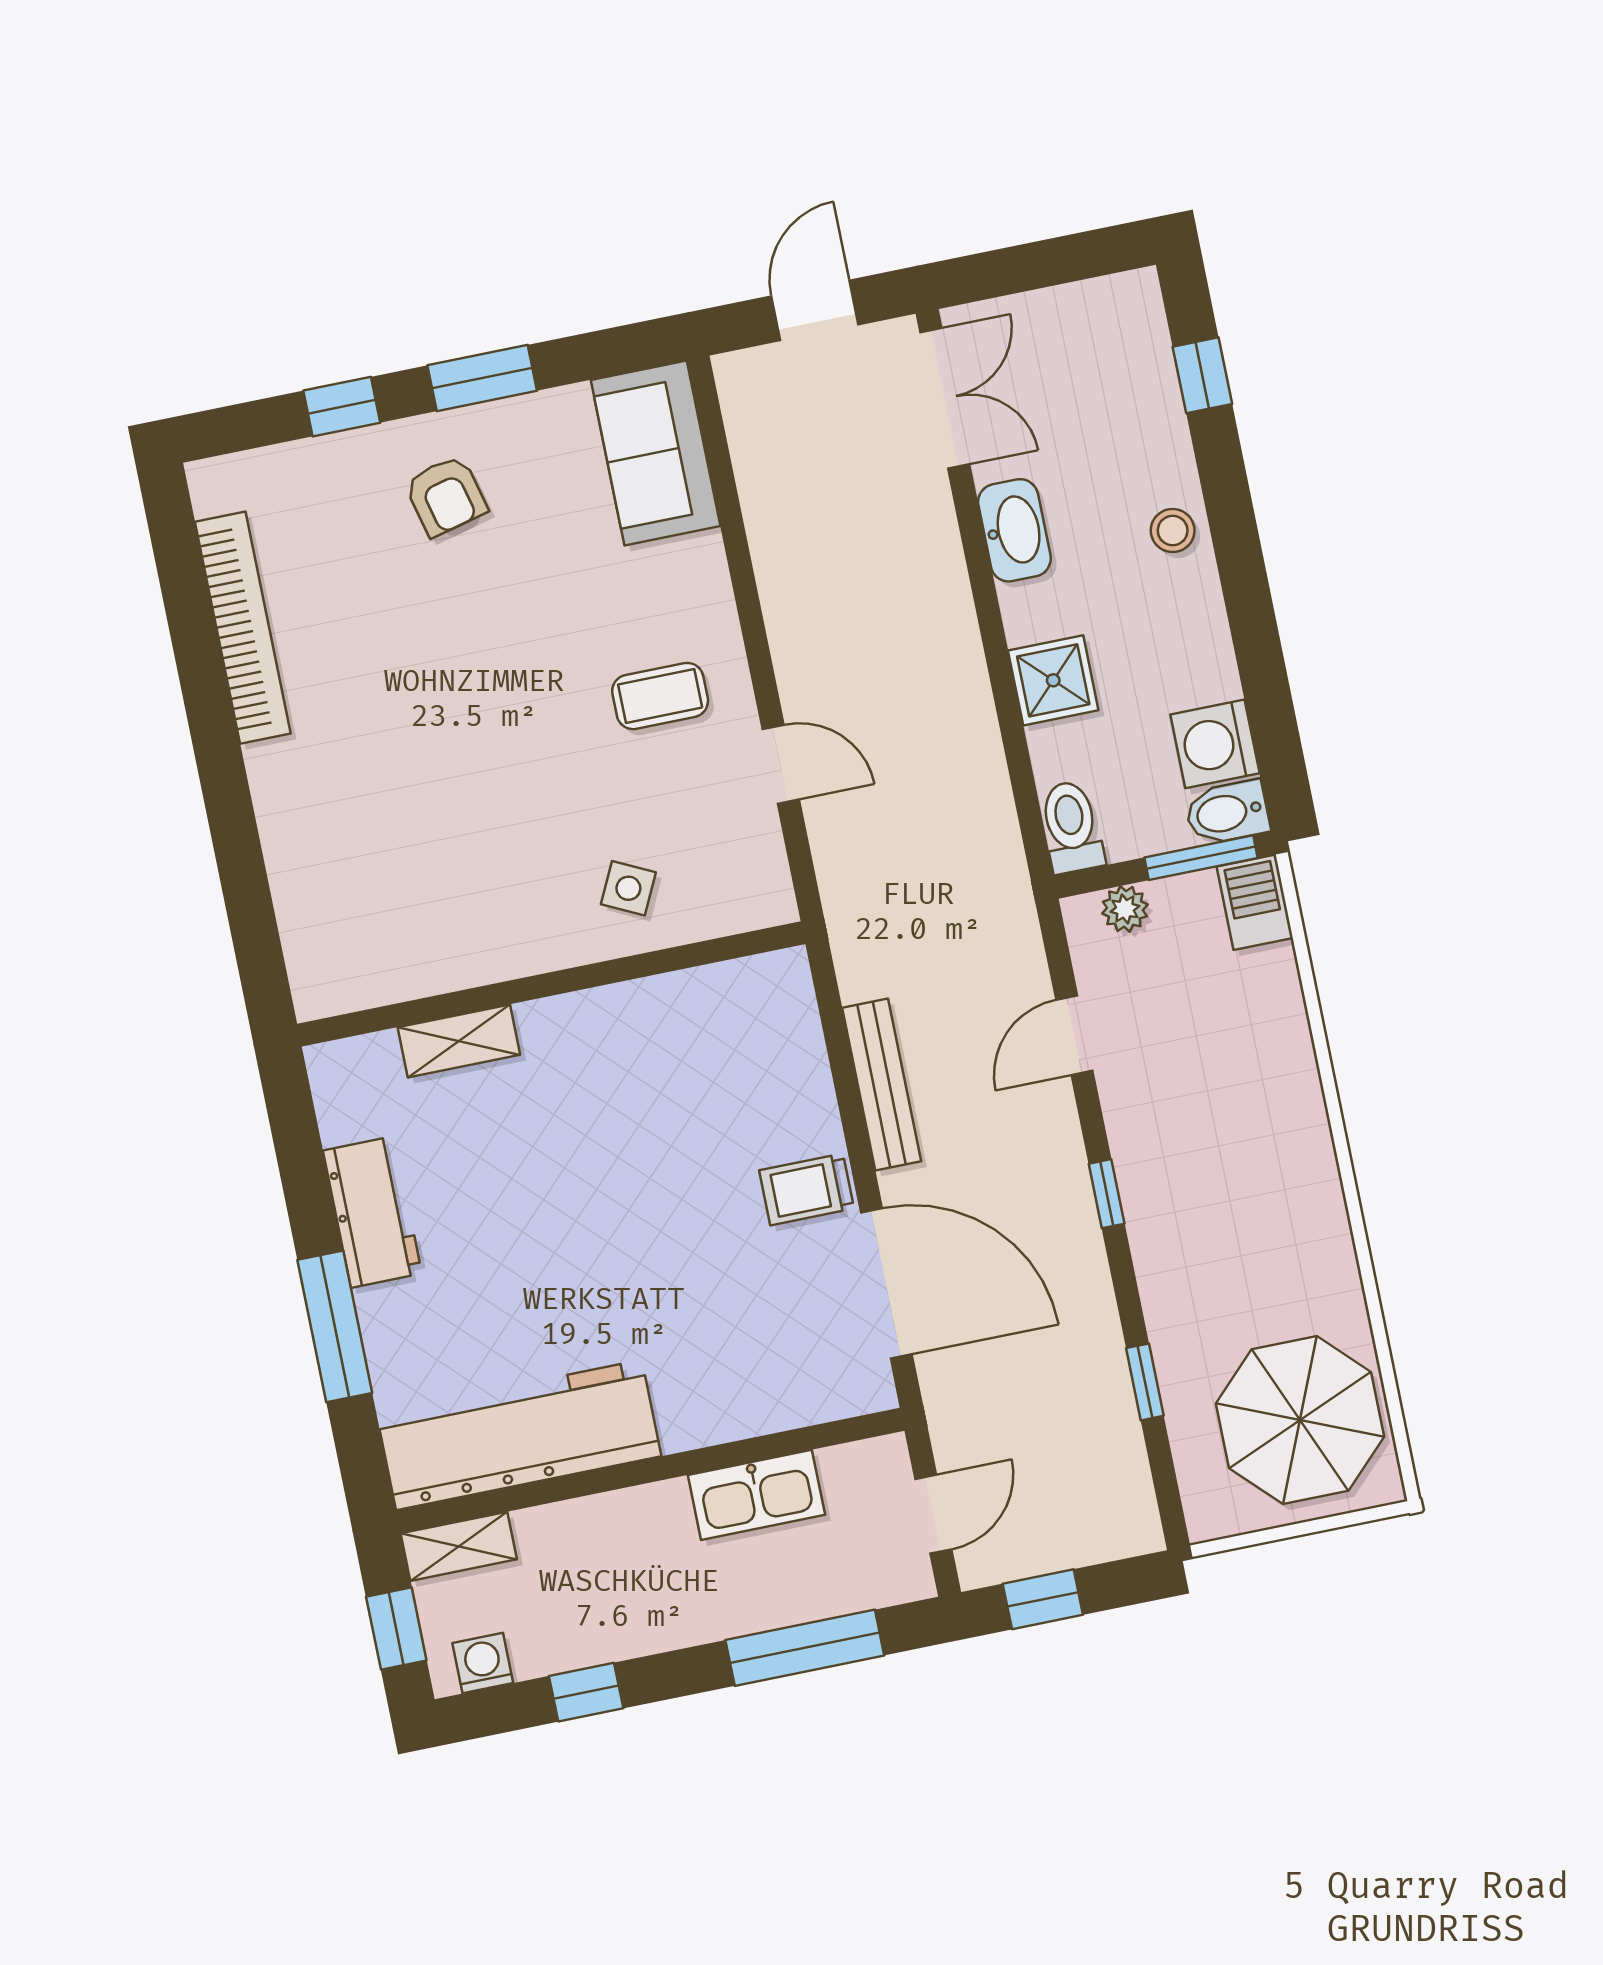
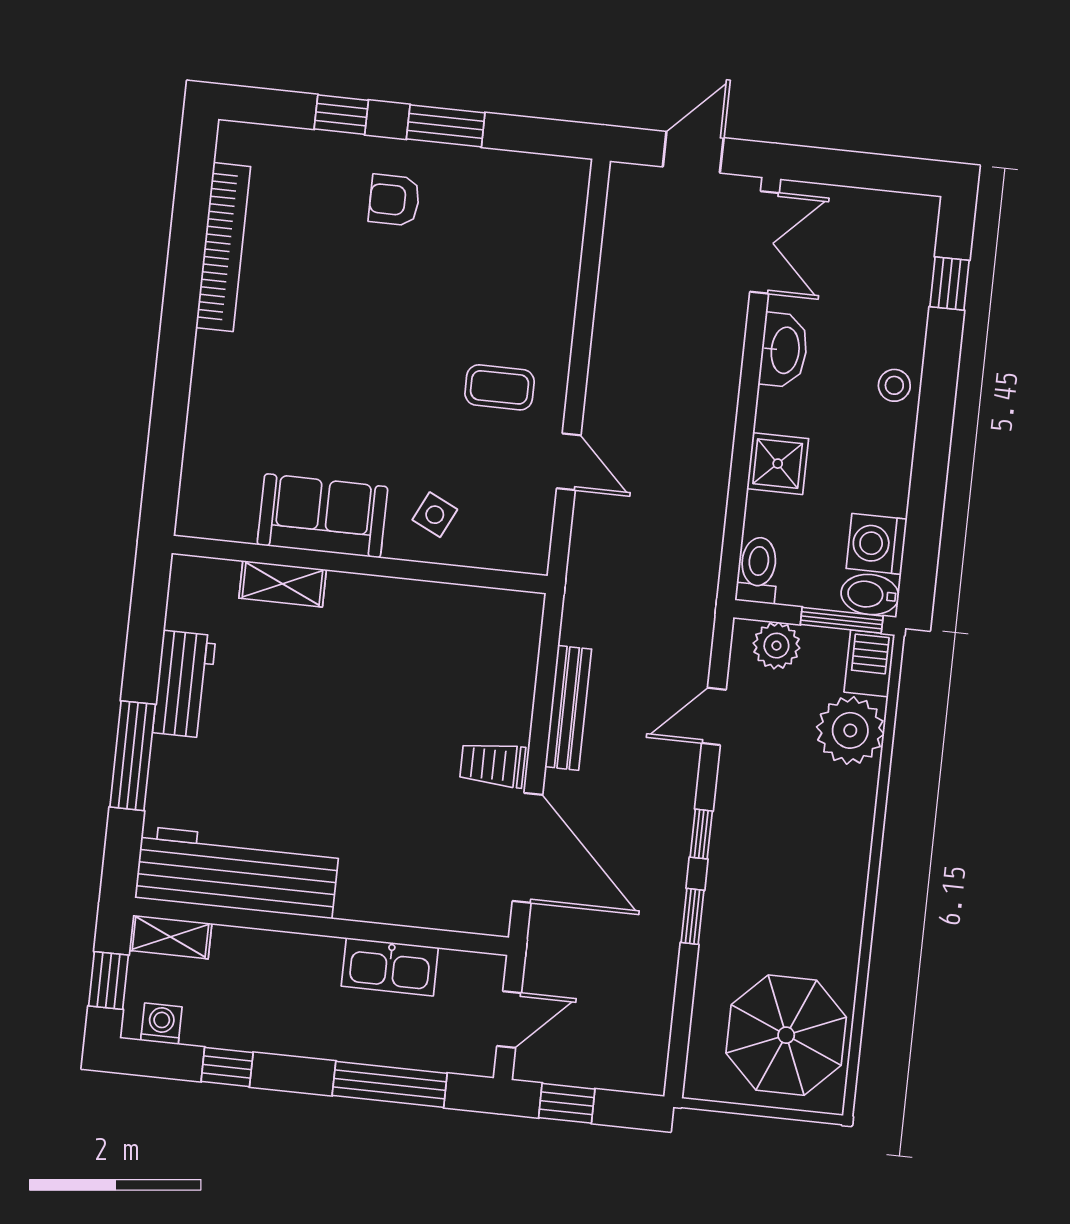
sofa: (656, 453) -> (322, 516), moved, turned 90
armchair: (446, 496) -> (394, 200), turned 104
plant: (1125, 909) -> (776, 646), width x1.38, depth x1.38
plant: (1258, 997) -> (850, 730), added
window: (1145, 1382) -> (692, 916), moved

